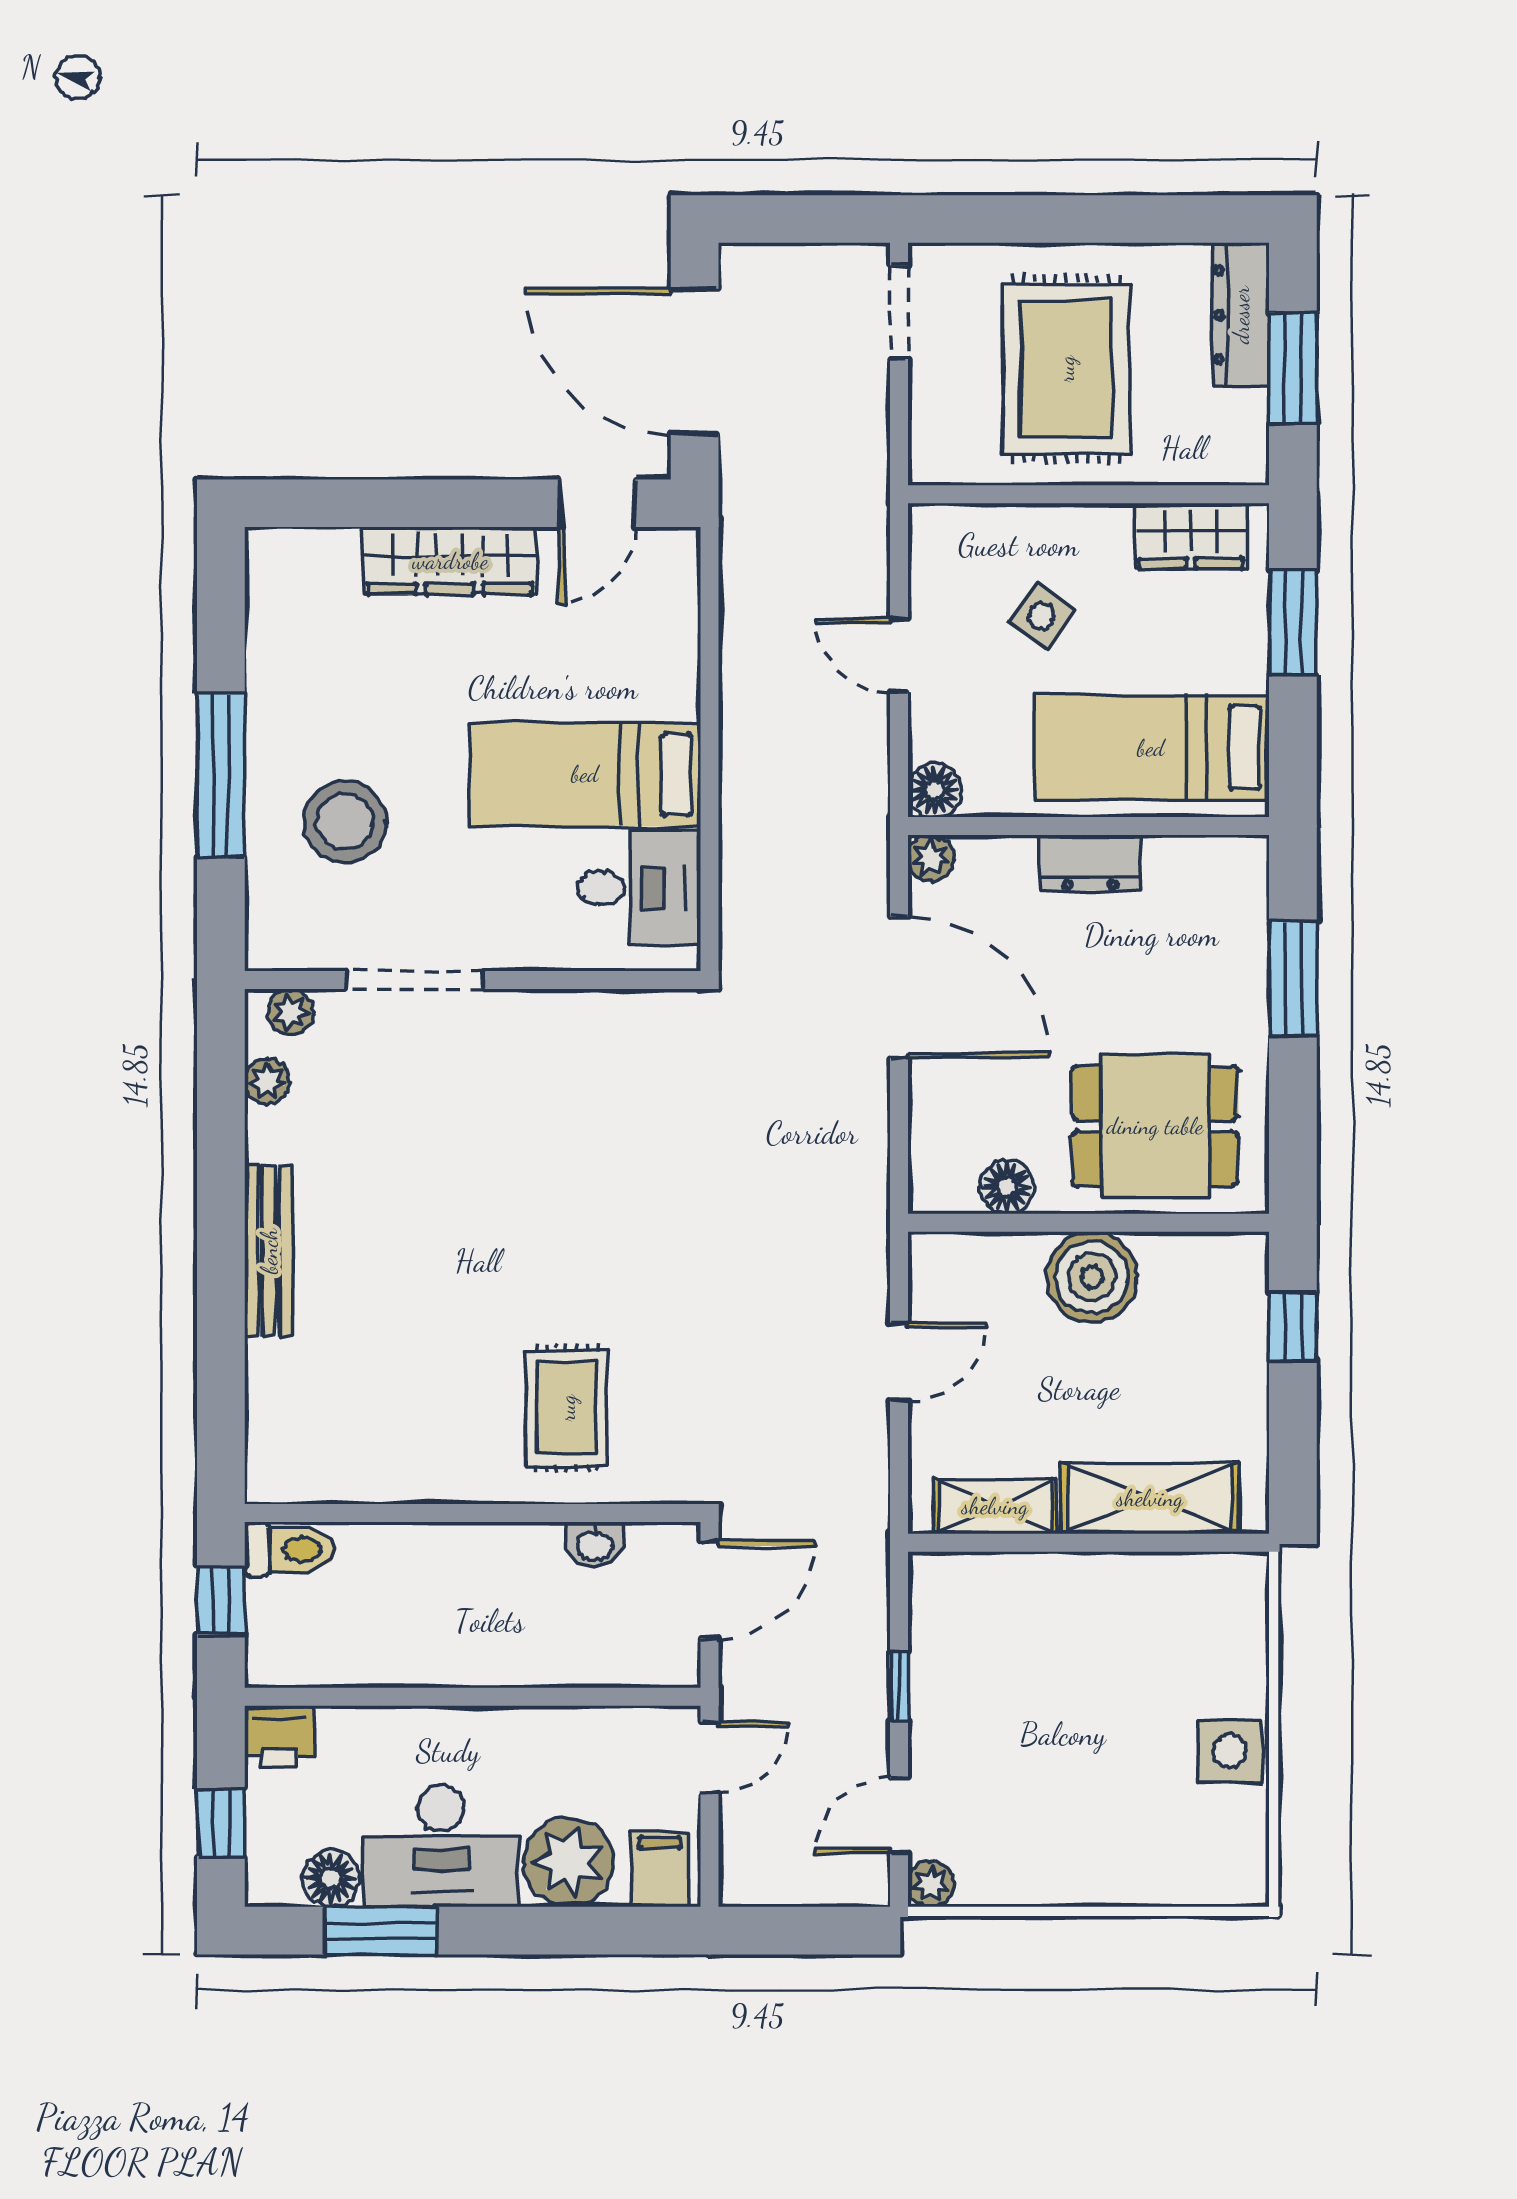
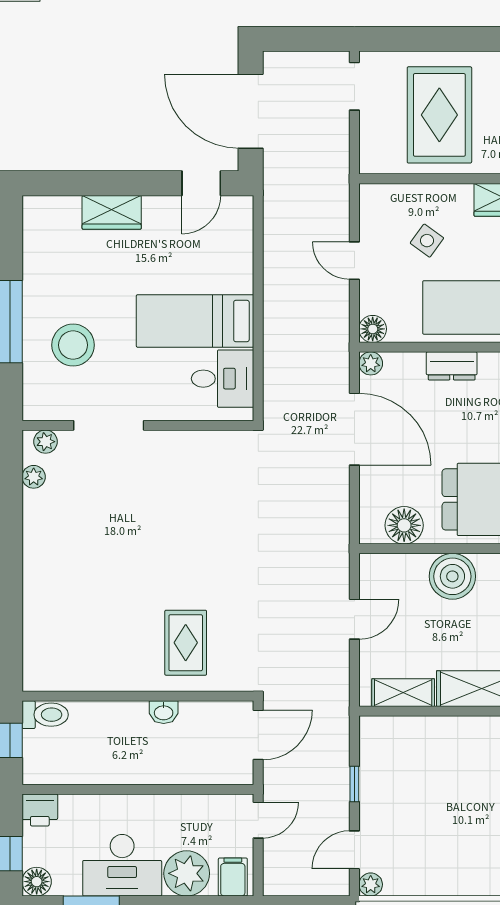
wardrobe: (450, 561) -> (112, 212), width x0.67
floor lamp: (1007, 1187) -> (404, 525), width x1.38, depth x1.38
bench: (269, 1251) -> (34, 563), removed
washbasin: (595, 1545) -> (164, 712), moved
floor lamp: (331, 1878) -> (37, 882), moved

